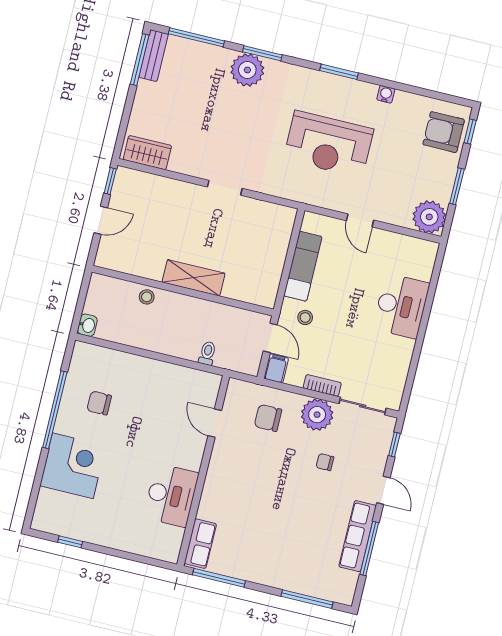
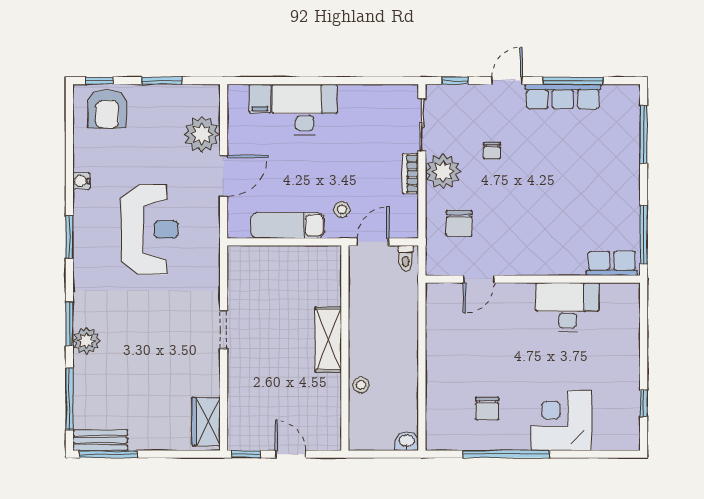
plant: (247, 70) -> (86, 341), width x0.73, depth x0.73
plant: (429, 217) -> (202, 134), moved
door: (360, 220) -> (224, 176), width x1.38
toilet: (207, 353) -> (406, 258), moved, turned -90
filing cabinet: (276, 368) -> (260, 99), moved, turned -90

